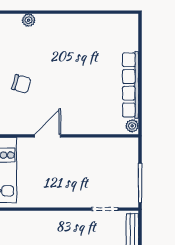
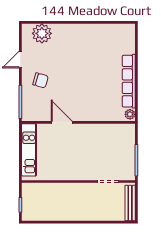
plant: (29, 20) -> (42, 33), width x1.87, depth x1.87
door: (47, 136) -> (62, 122), hinge flipped

